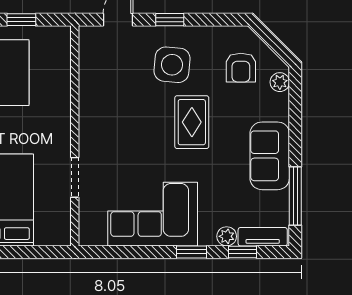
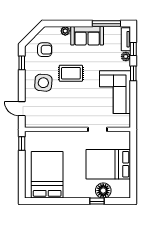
window: (21, 20) -> (22, 144), moved
window: (170, 20) -> (22, 63), moved
plant: (280, 82) -> (65, 31), moved

